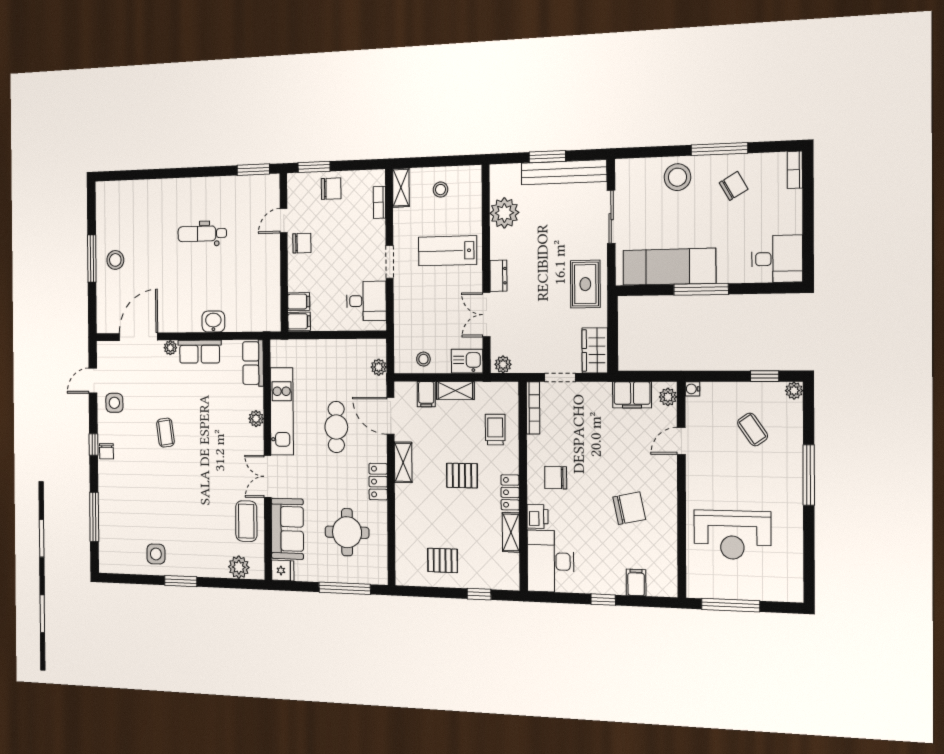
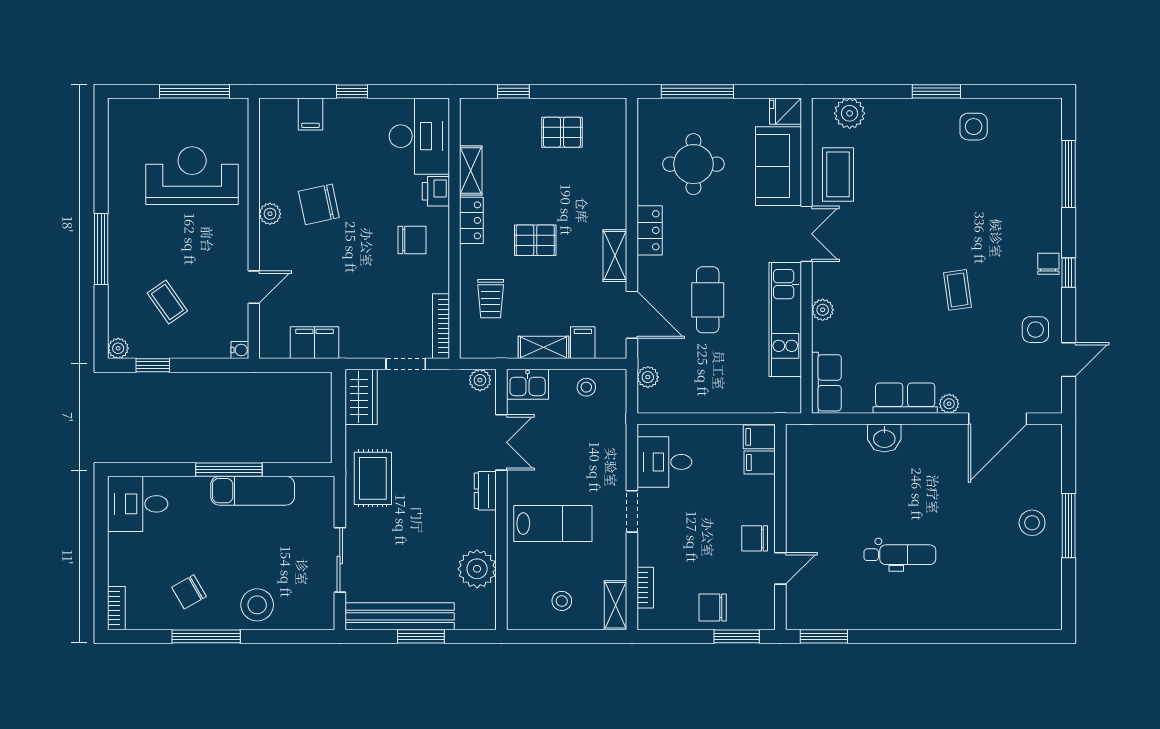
exam couch: (669, 267) -> (253, 491), width x0.73, depth x0.69
plant: (668, 397) -> (270, 214), moved

